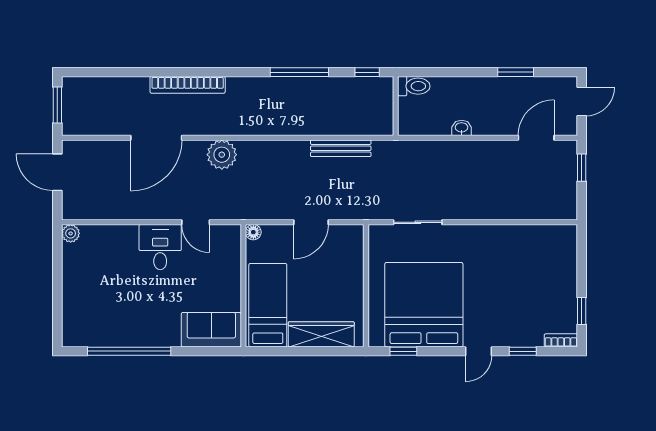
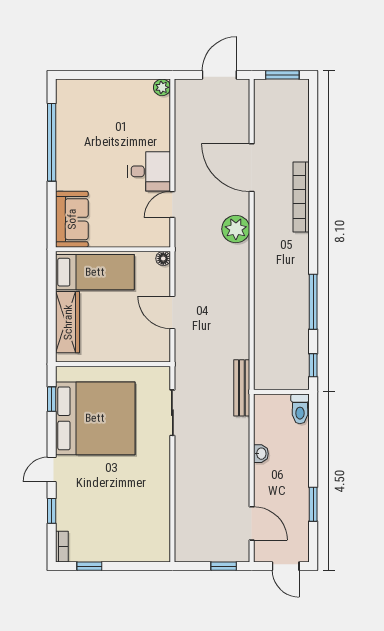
bench: (341, 148) -> (242, 388), moved
door: (478, 351) -> (52, 469), hinge flipped

